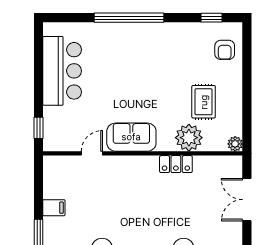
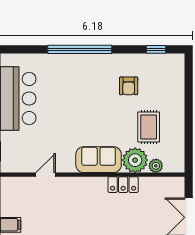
armchair: (225, 50) -> (129, 86), moved
sofa: (131, 137) -> (99, 160), moved
plant: (235, 144) -> (156, 166), moved

